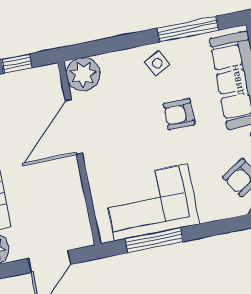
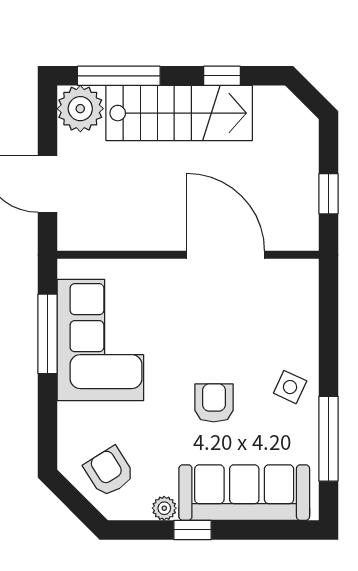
side table: (157, 63) -> (290, 387), turned -37
plant: (83, 74) -> (295, 282), removed

